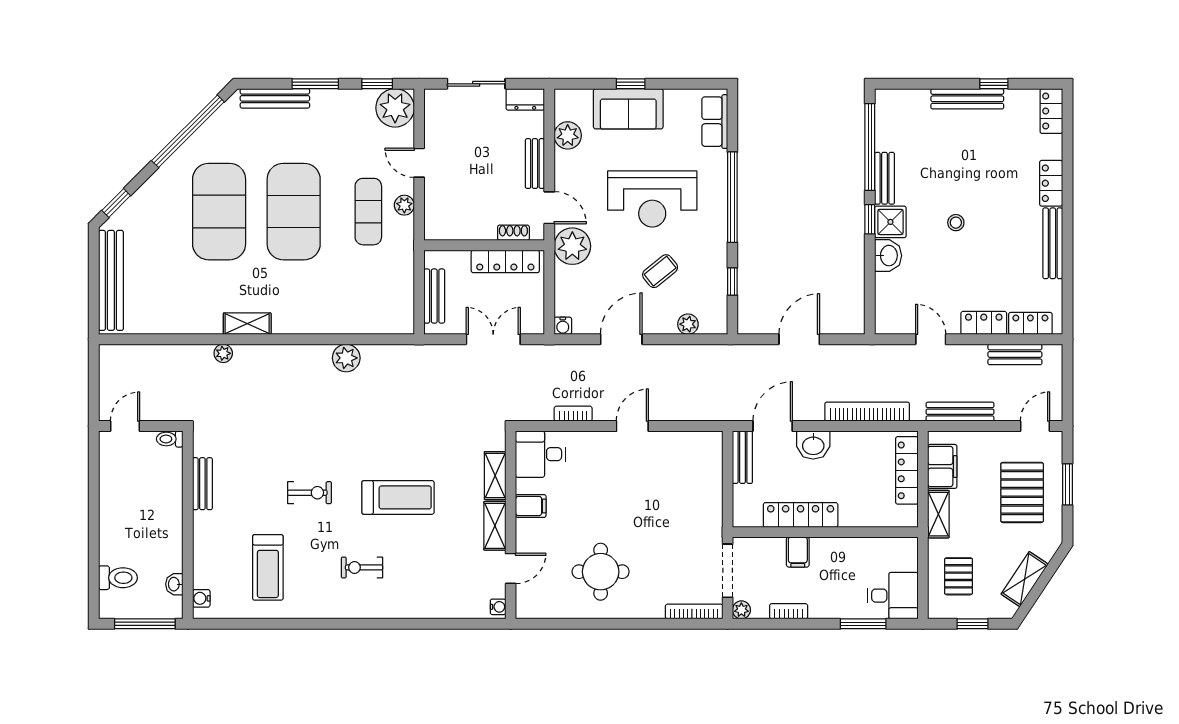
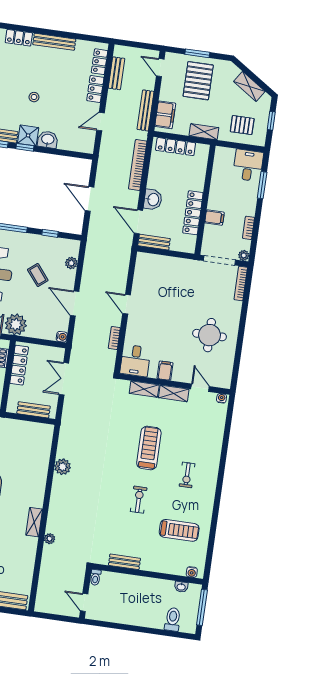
filing cabinet: (942, 466) -> (165, 115), moved, turned 90
pallet: (1022, 492) -> (198, 81), turned 90

